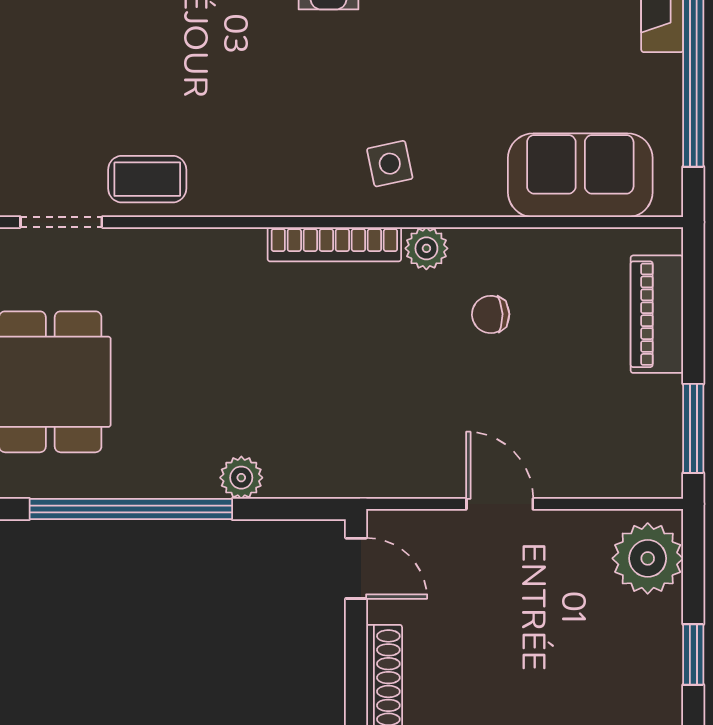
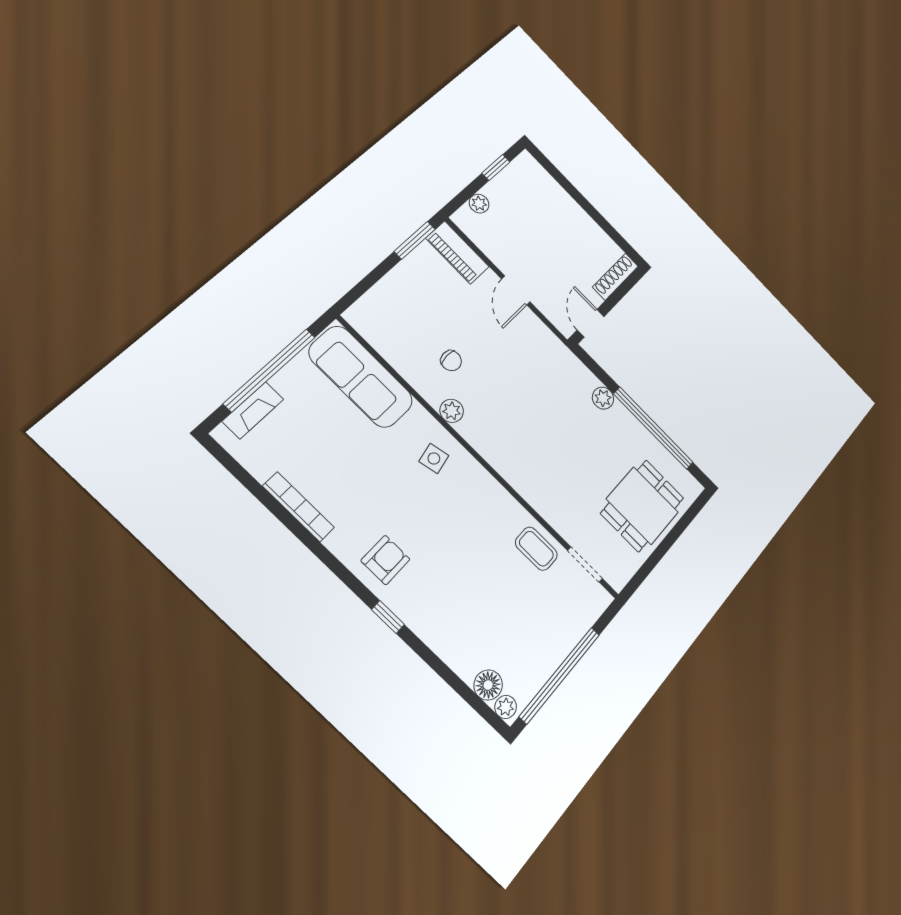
sofa: (580, 175) -> (361, 377), width x1.36
bookcase: (334, 244) -> (486, 449), removed
piano: (657, 314) -> (458, 253), moved, turned 90
plant: (648, 558) -> (479, 204), width x0.53, depth x0.53

